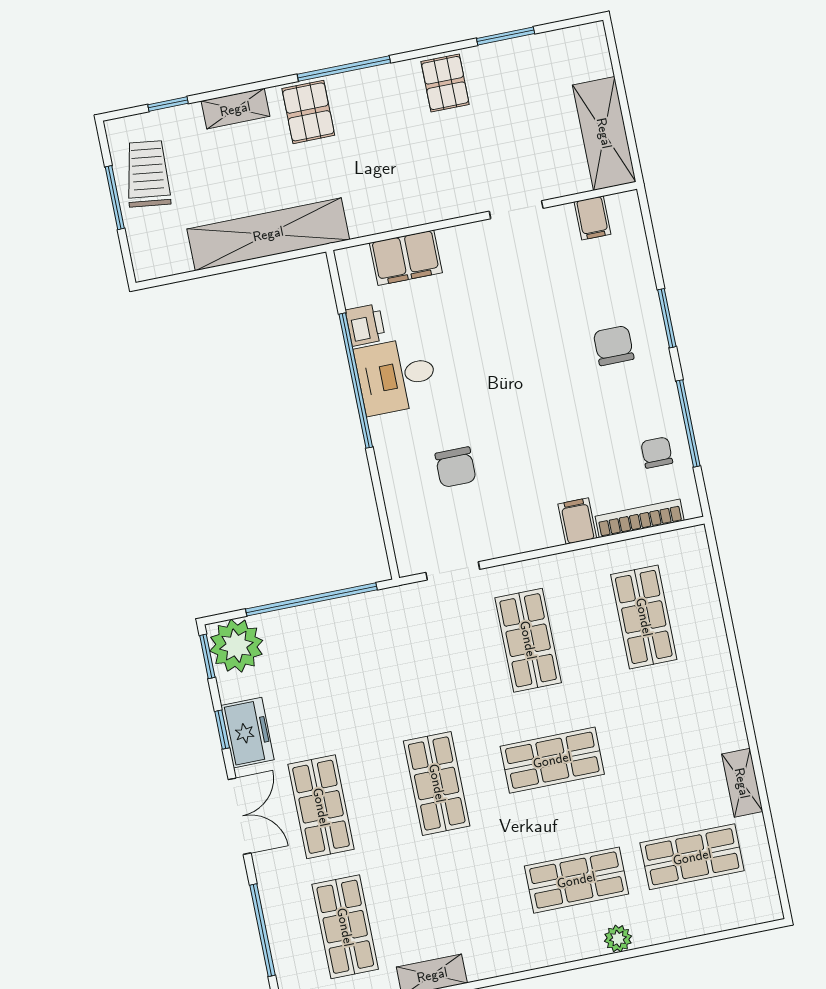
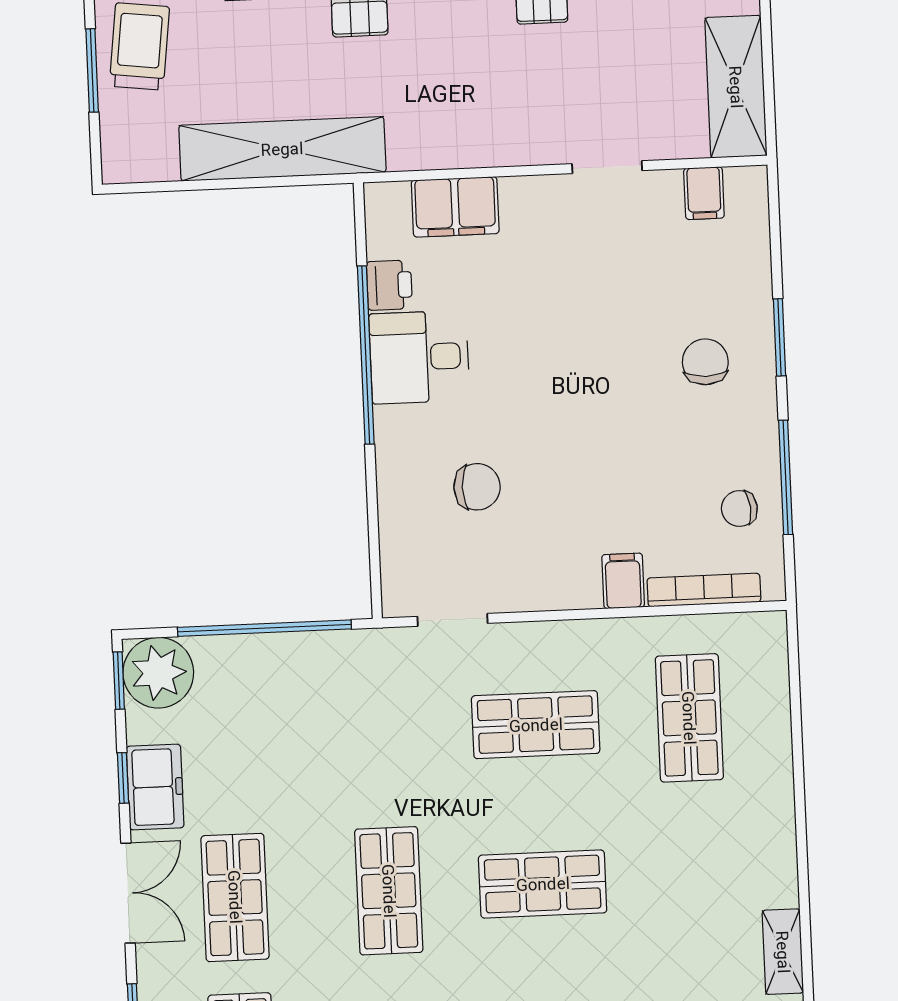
chair: (657, 453) -> (739, 509), turned -96
chair: (456, 467) -> (477, 487), turned -90
shop shelf: (528, 640) -> (536, 725), turned 90

